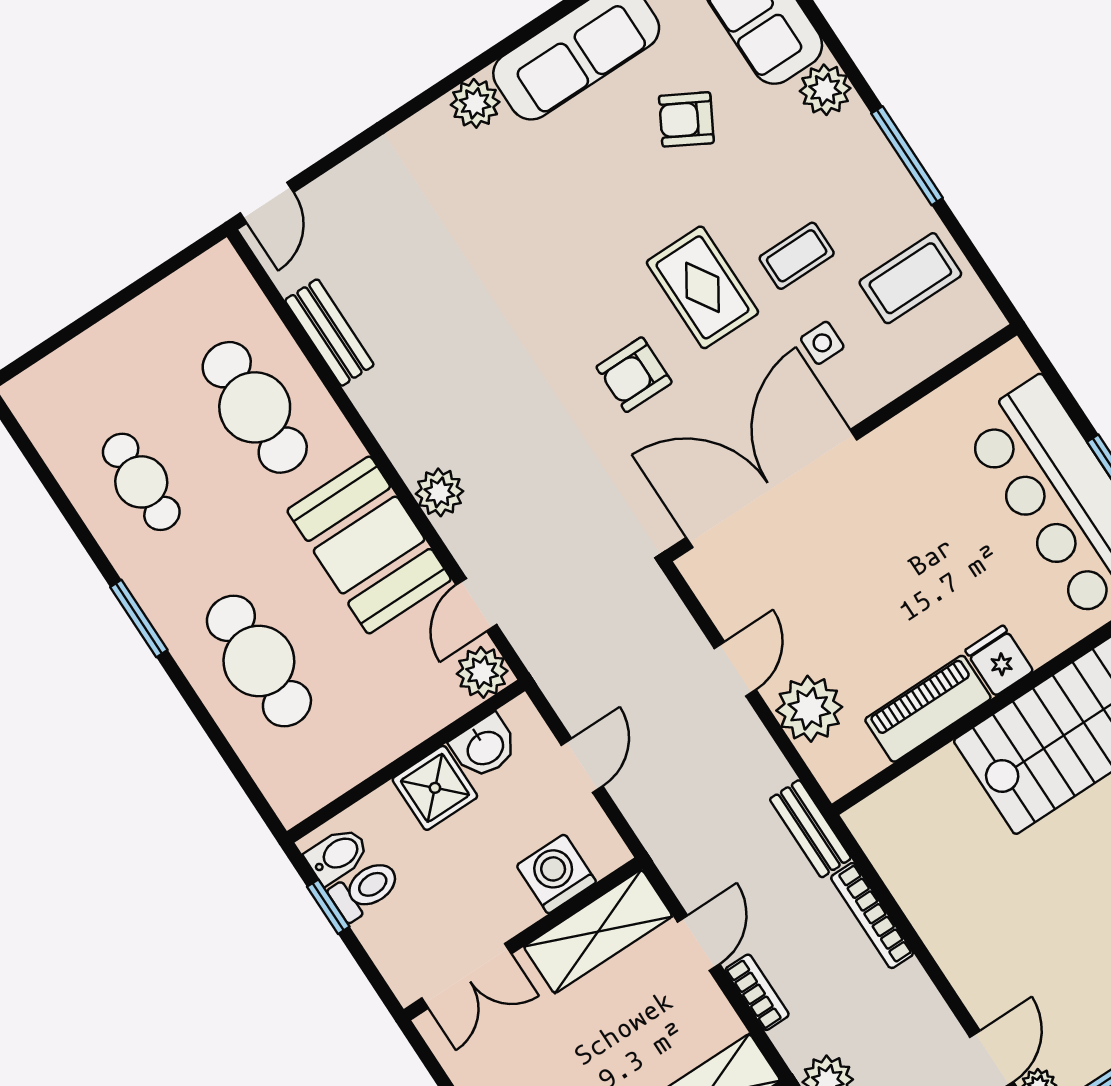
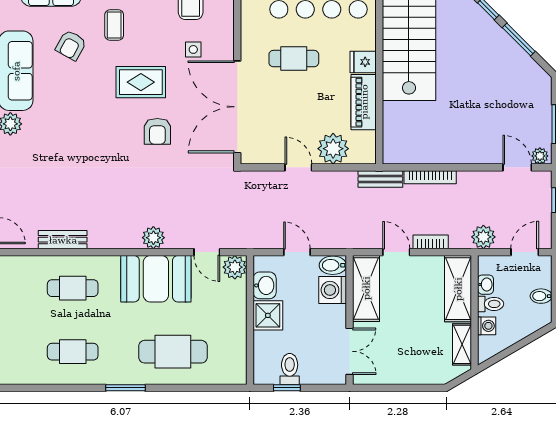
coffee table: (797, 256) -> (114, 25), moved
cafe table: (255, 407) -> (73, 288), width x0.73, depth x0.74
cafe table: (924, 533) -> (294, 59), added
bidet: (337, 855) -> (333, 265), moved, turned -90

